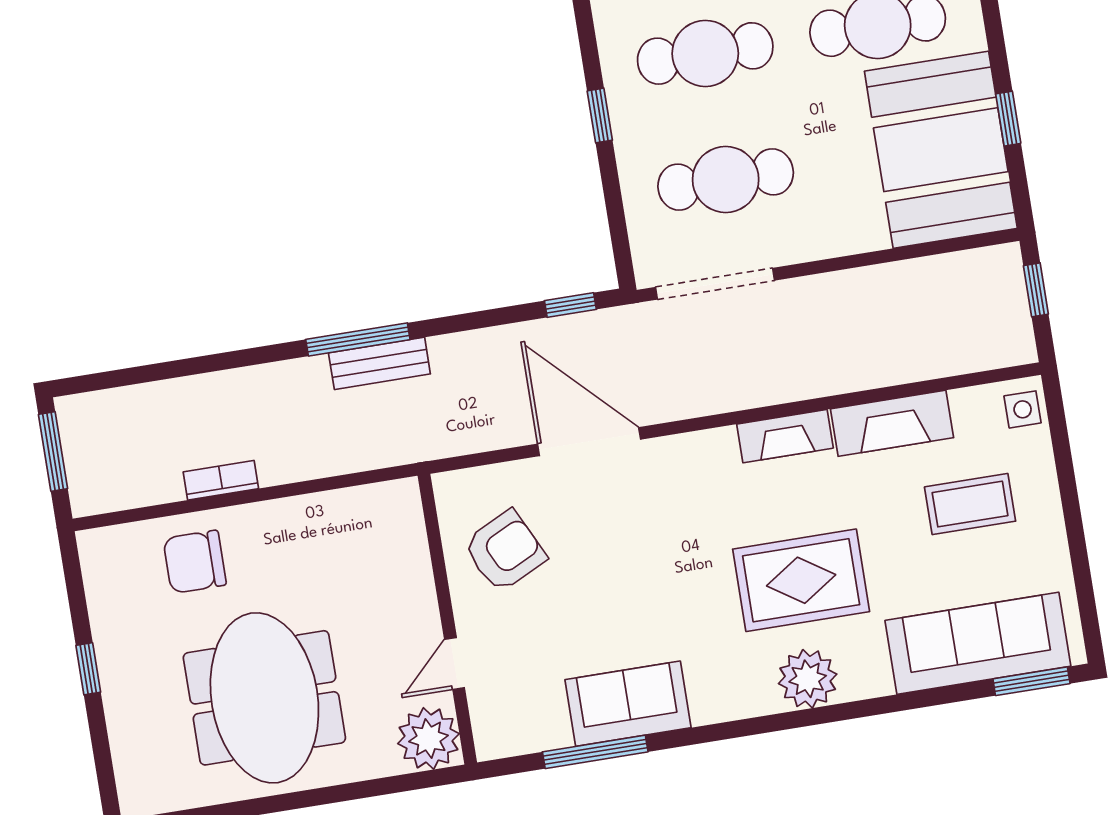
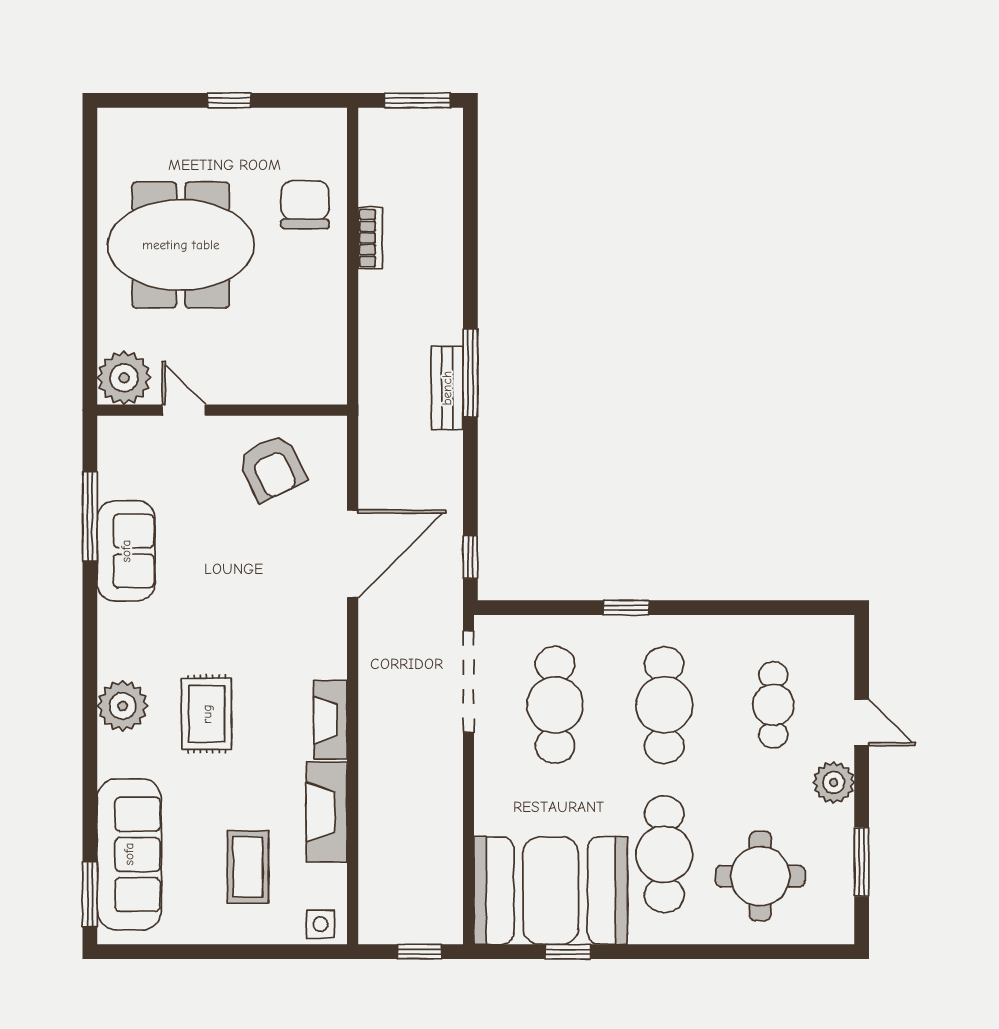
rug: (801, 580) -> (207, 714), width x0.73, depth x0.70

